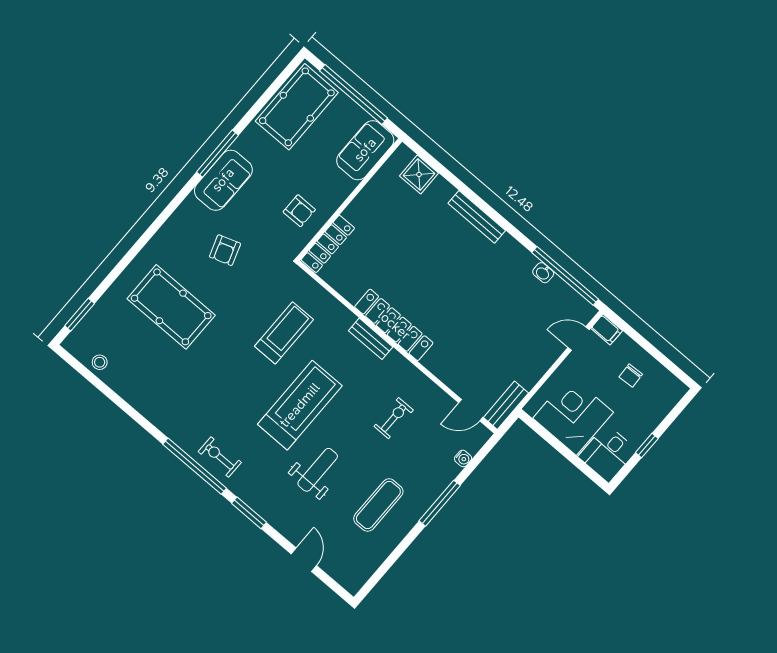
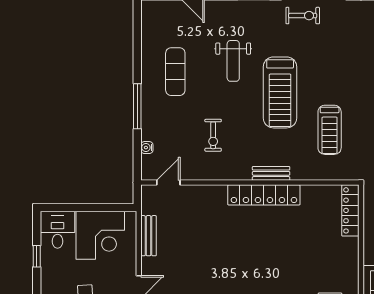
bench: (506, 405) -> (149, 236), moved

